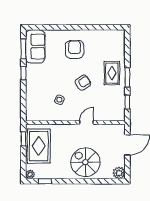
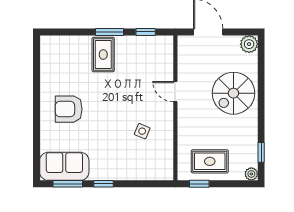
rug: (112, 73) -> (103, 54), turned 90
armchair: (83, 83) -> (117, 97), removed
rug: (39, 146) -> (210, 161), width x0.73, depth x0.70

